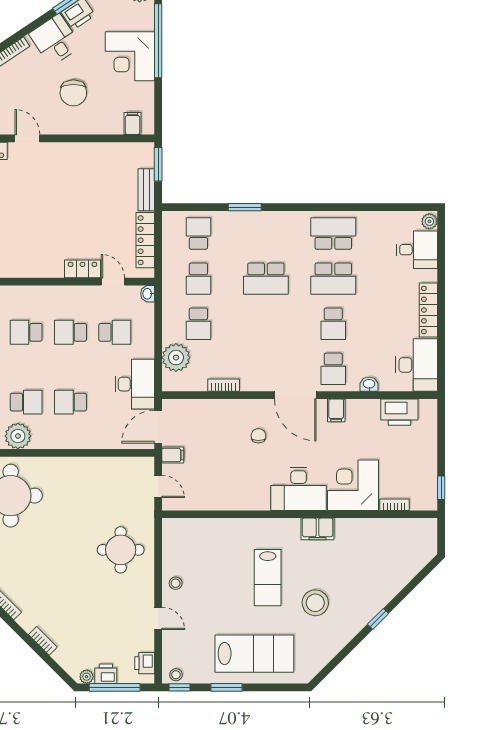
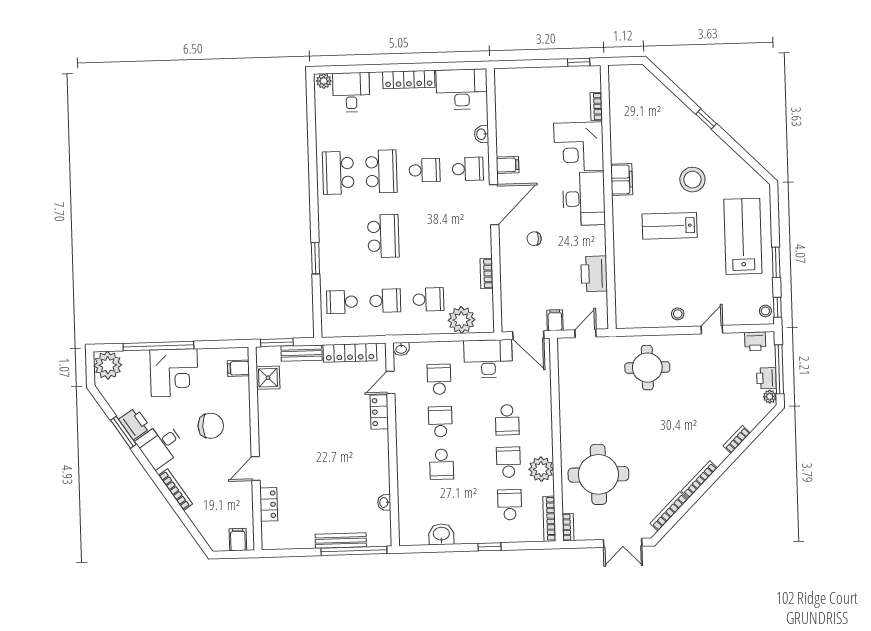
shower: (122, 154) -> (268, 378), added
school desk: (70, 332) -> (440, 422), turned 180
printer: (399, 412) -> (594, 274), moved, turned 180
lab bench: (268, 578) -> (670, 226), turned 180

